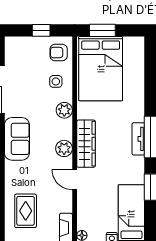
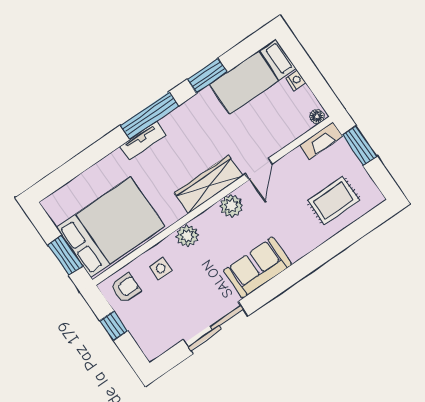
armchair: (59, 53) -> (125, 288), turned -90
tv unit: (138, 139) -> (143, 141), moved

